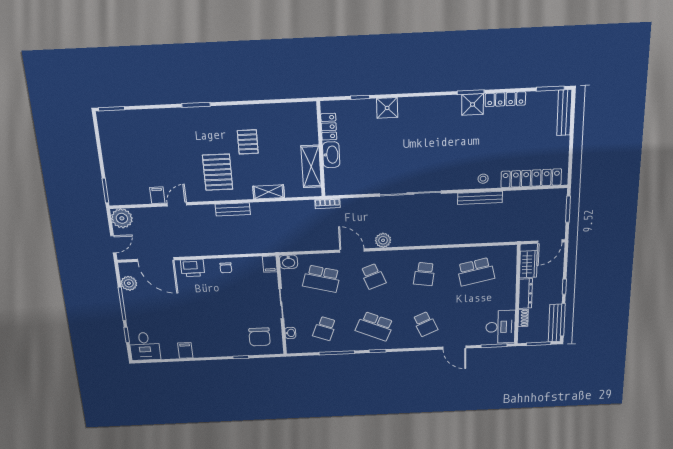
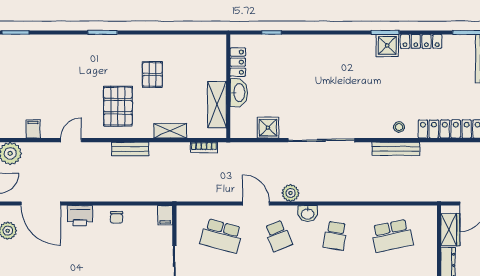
shower: (387, 108) -> (268, 128), moved
filing cabinet: (157, 195) -> (33, 129), moved
bookcase: (327, 204) -> (204, 147), moved
washbasin: (289, 262) -> (308, 214), moved

